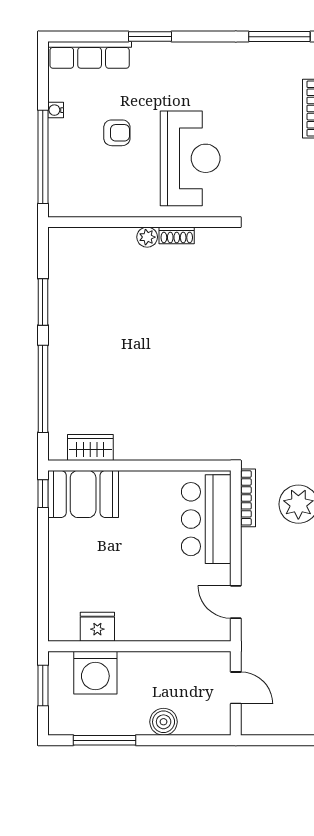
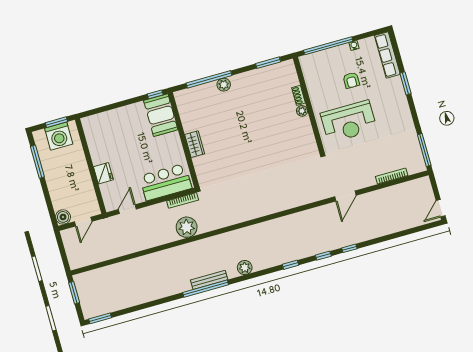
shoe rack: (177, 235) -> (299, 95), moved
window: (43, 302) -> (268, 63), moved
plant: (60, 365) -> (224, 85), added
wardrobe: (90, 447) -> (195, 144), moved
fridge: (97, 627) -> (103, 173), moved
washing machine: (95, 673) -> (59, 136), moved, turned -90
boiler: (164, 722) -> (63, 217), moved

